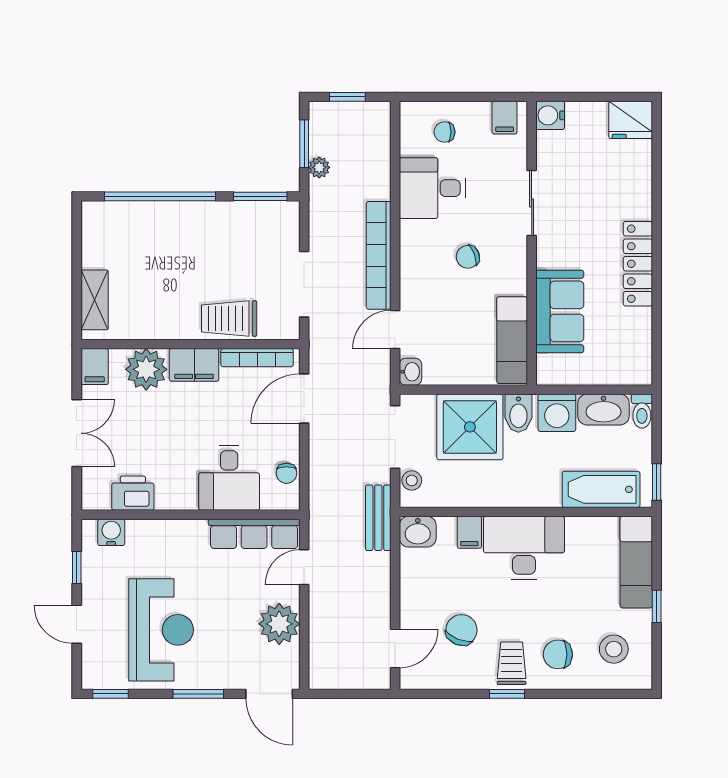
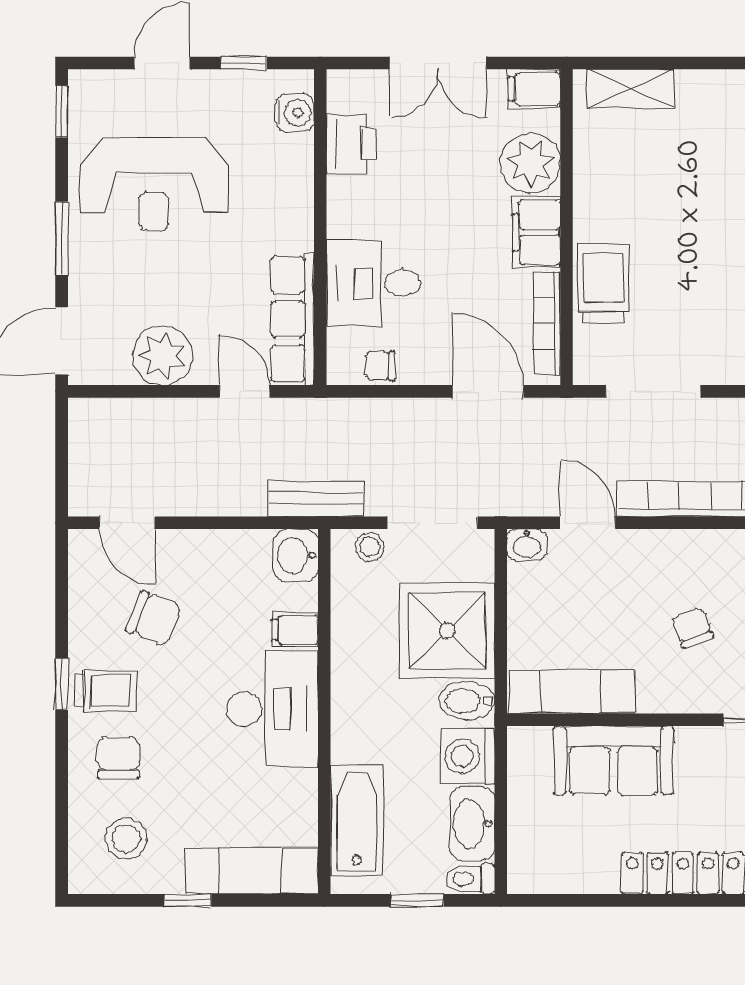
window: (657, 482) -> (417, 900), moved

